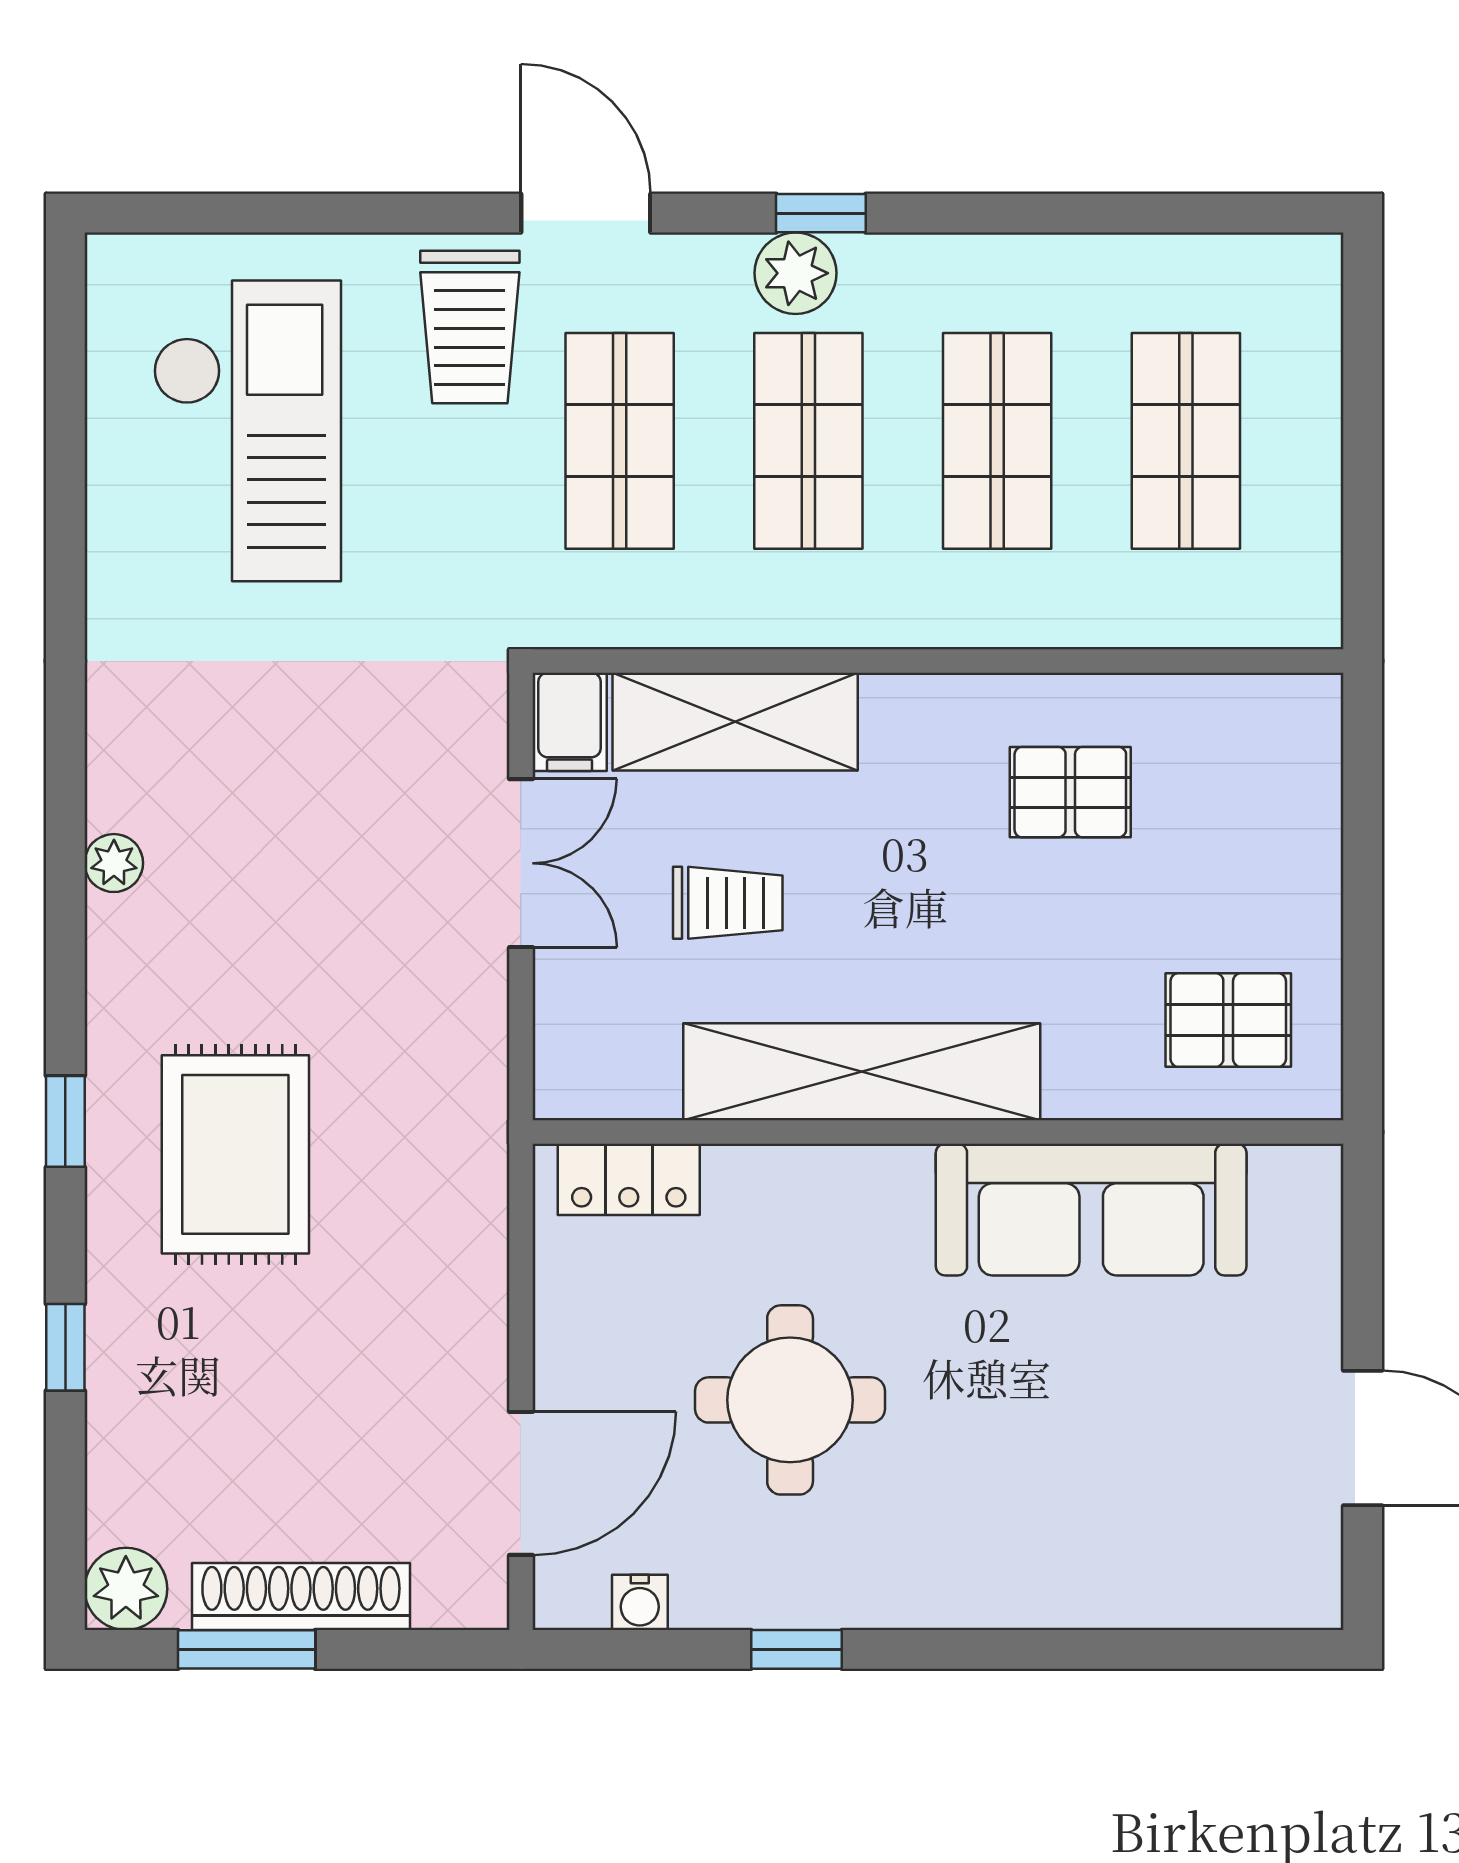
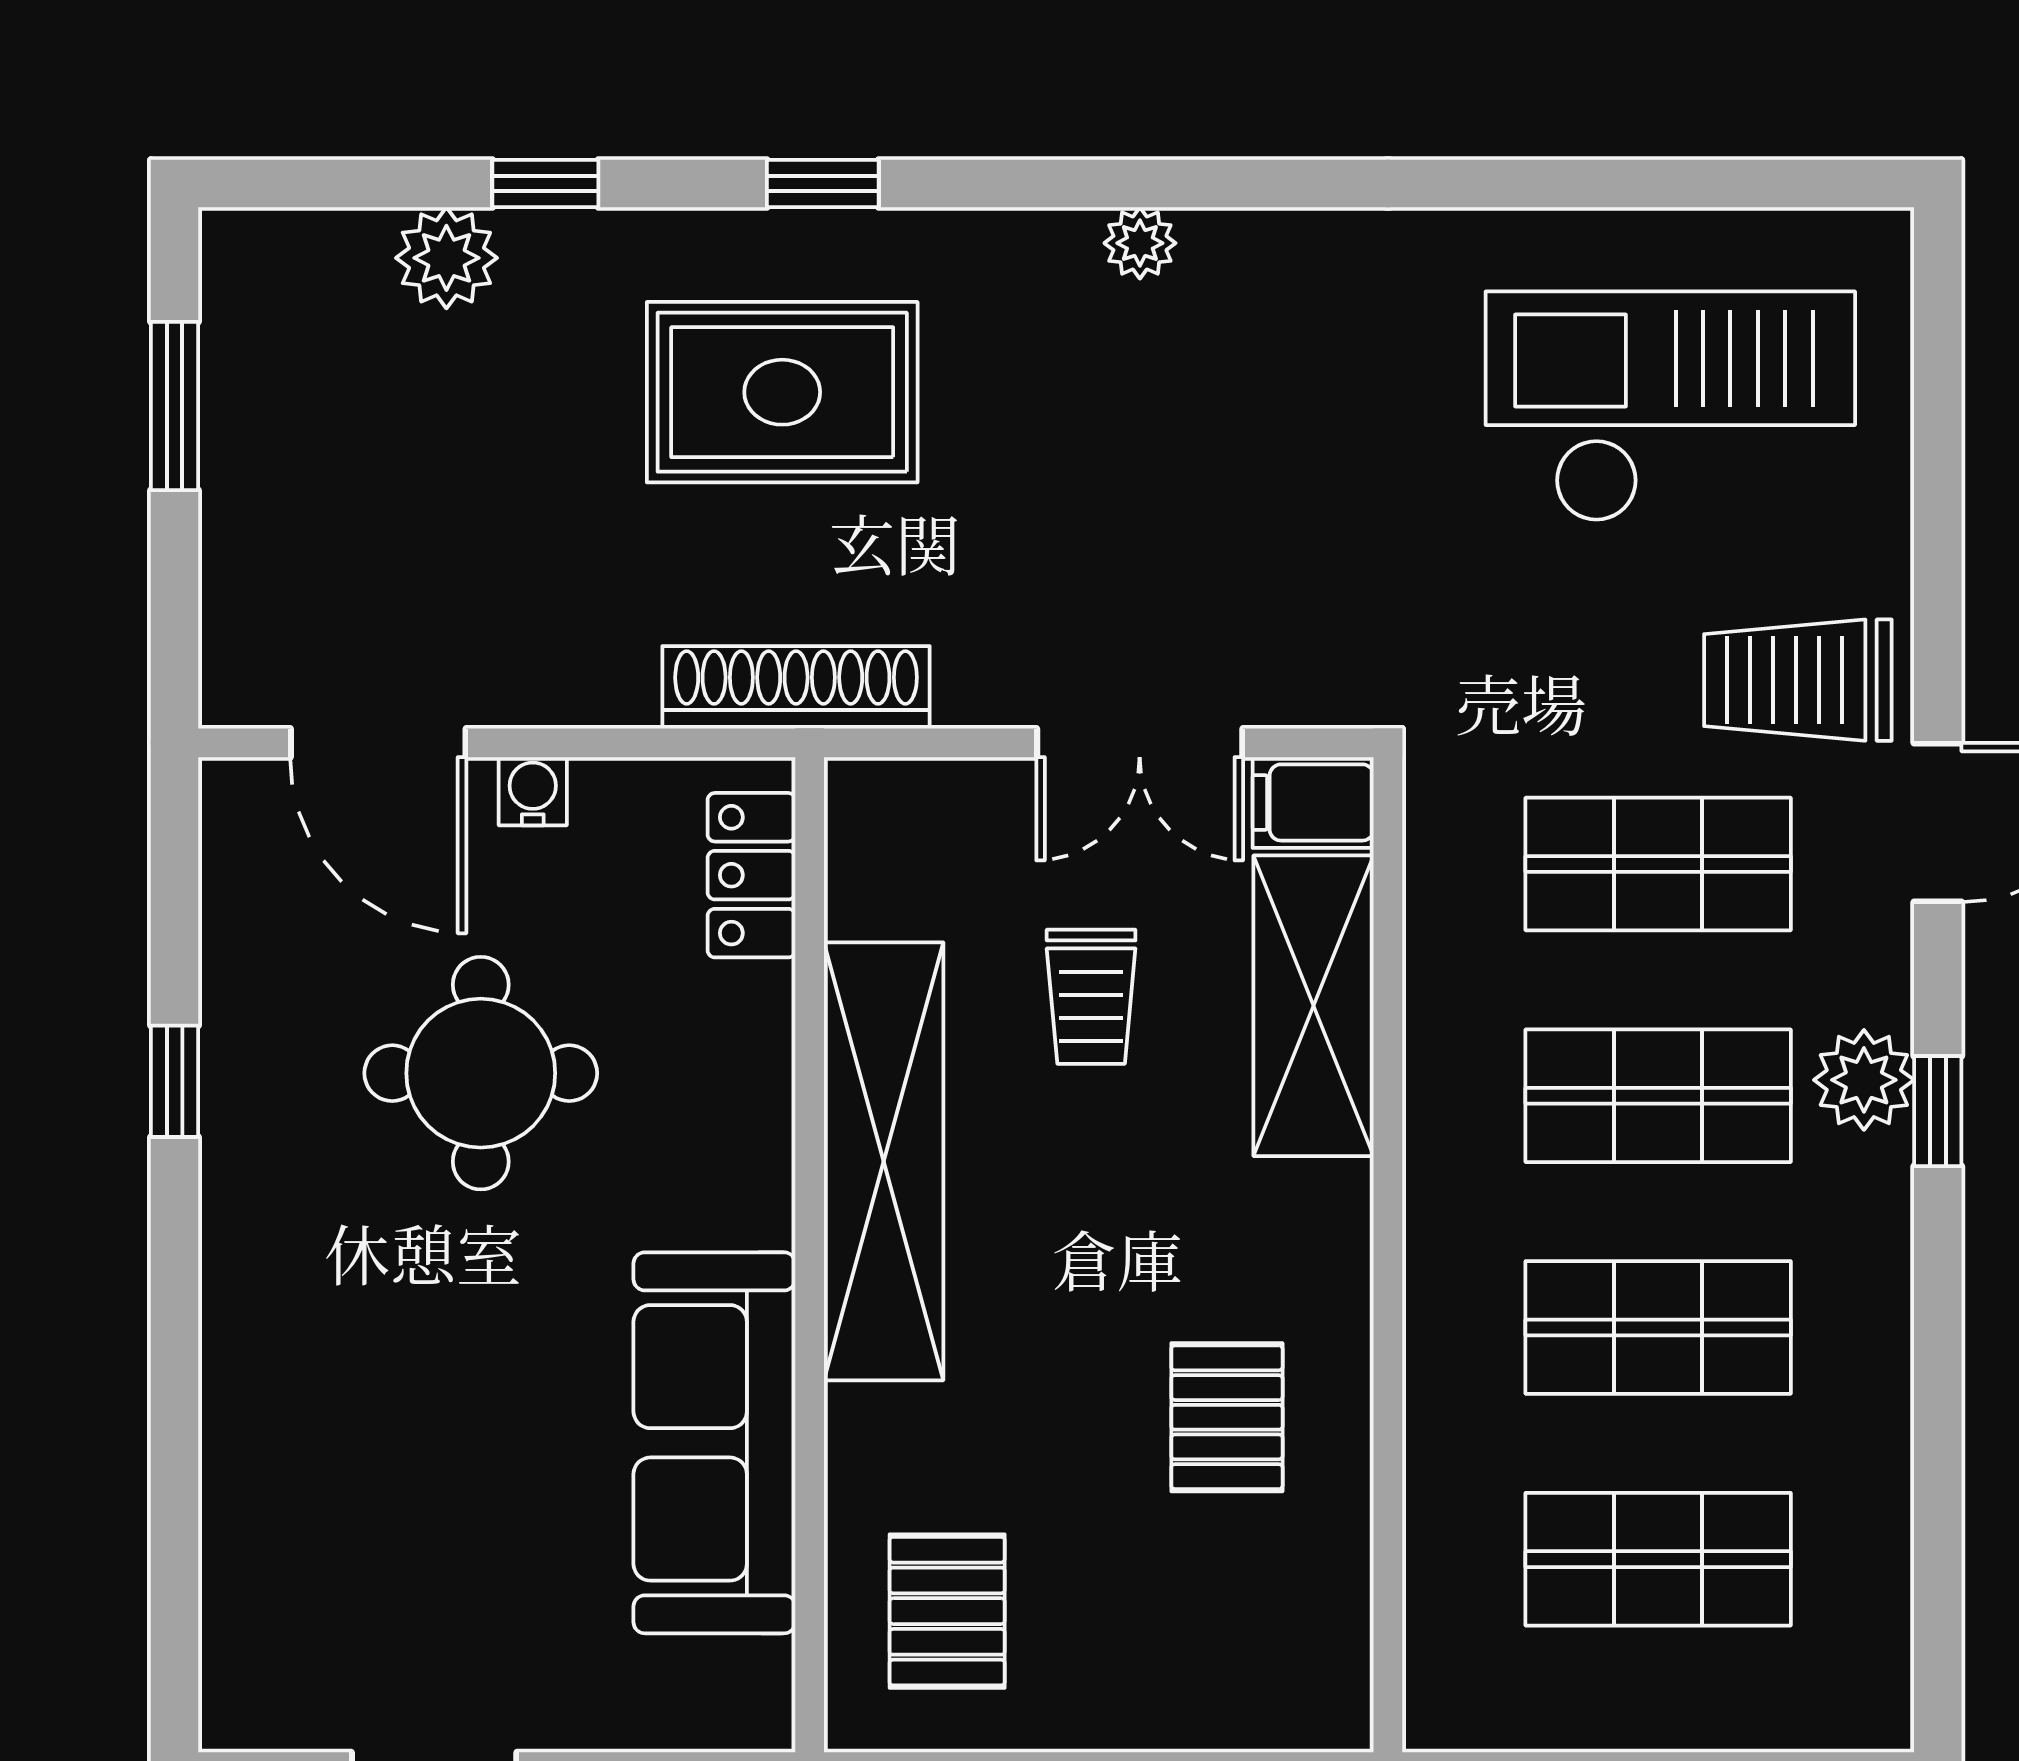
checkout: (247, 431) -> (1670, 407), turned 180
plant: (126, 1589) -> (446, 258), moved
shoe rack: (301, 1596) -> (796, 687), moved, turned -90
water cooler: (640, 1602) -> (533, 791), moved, turned 90

